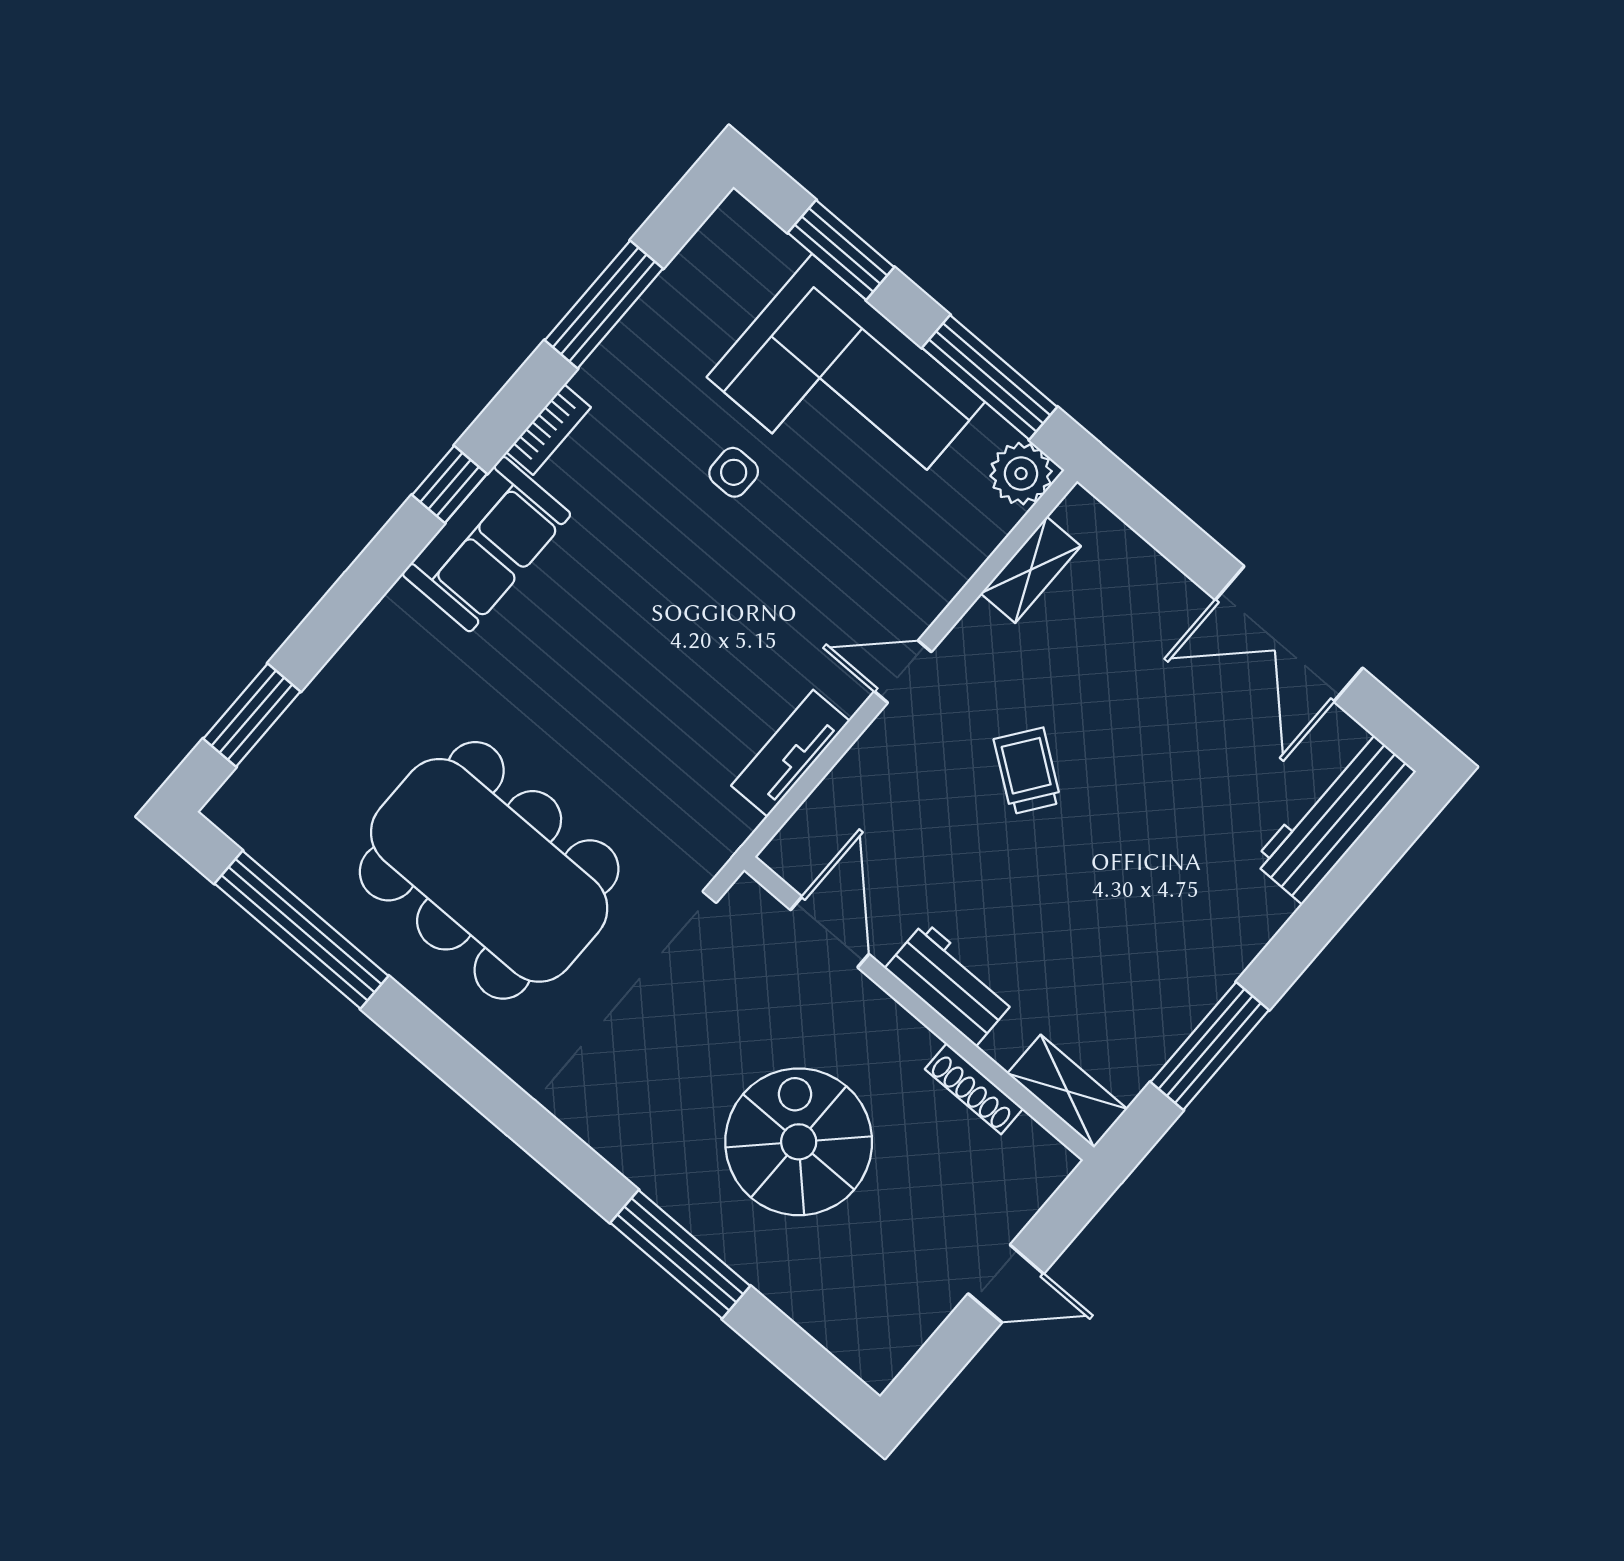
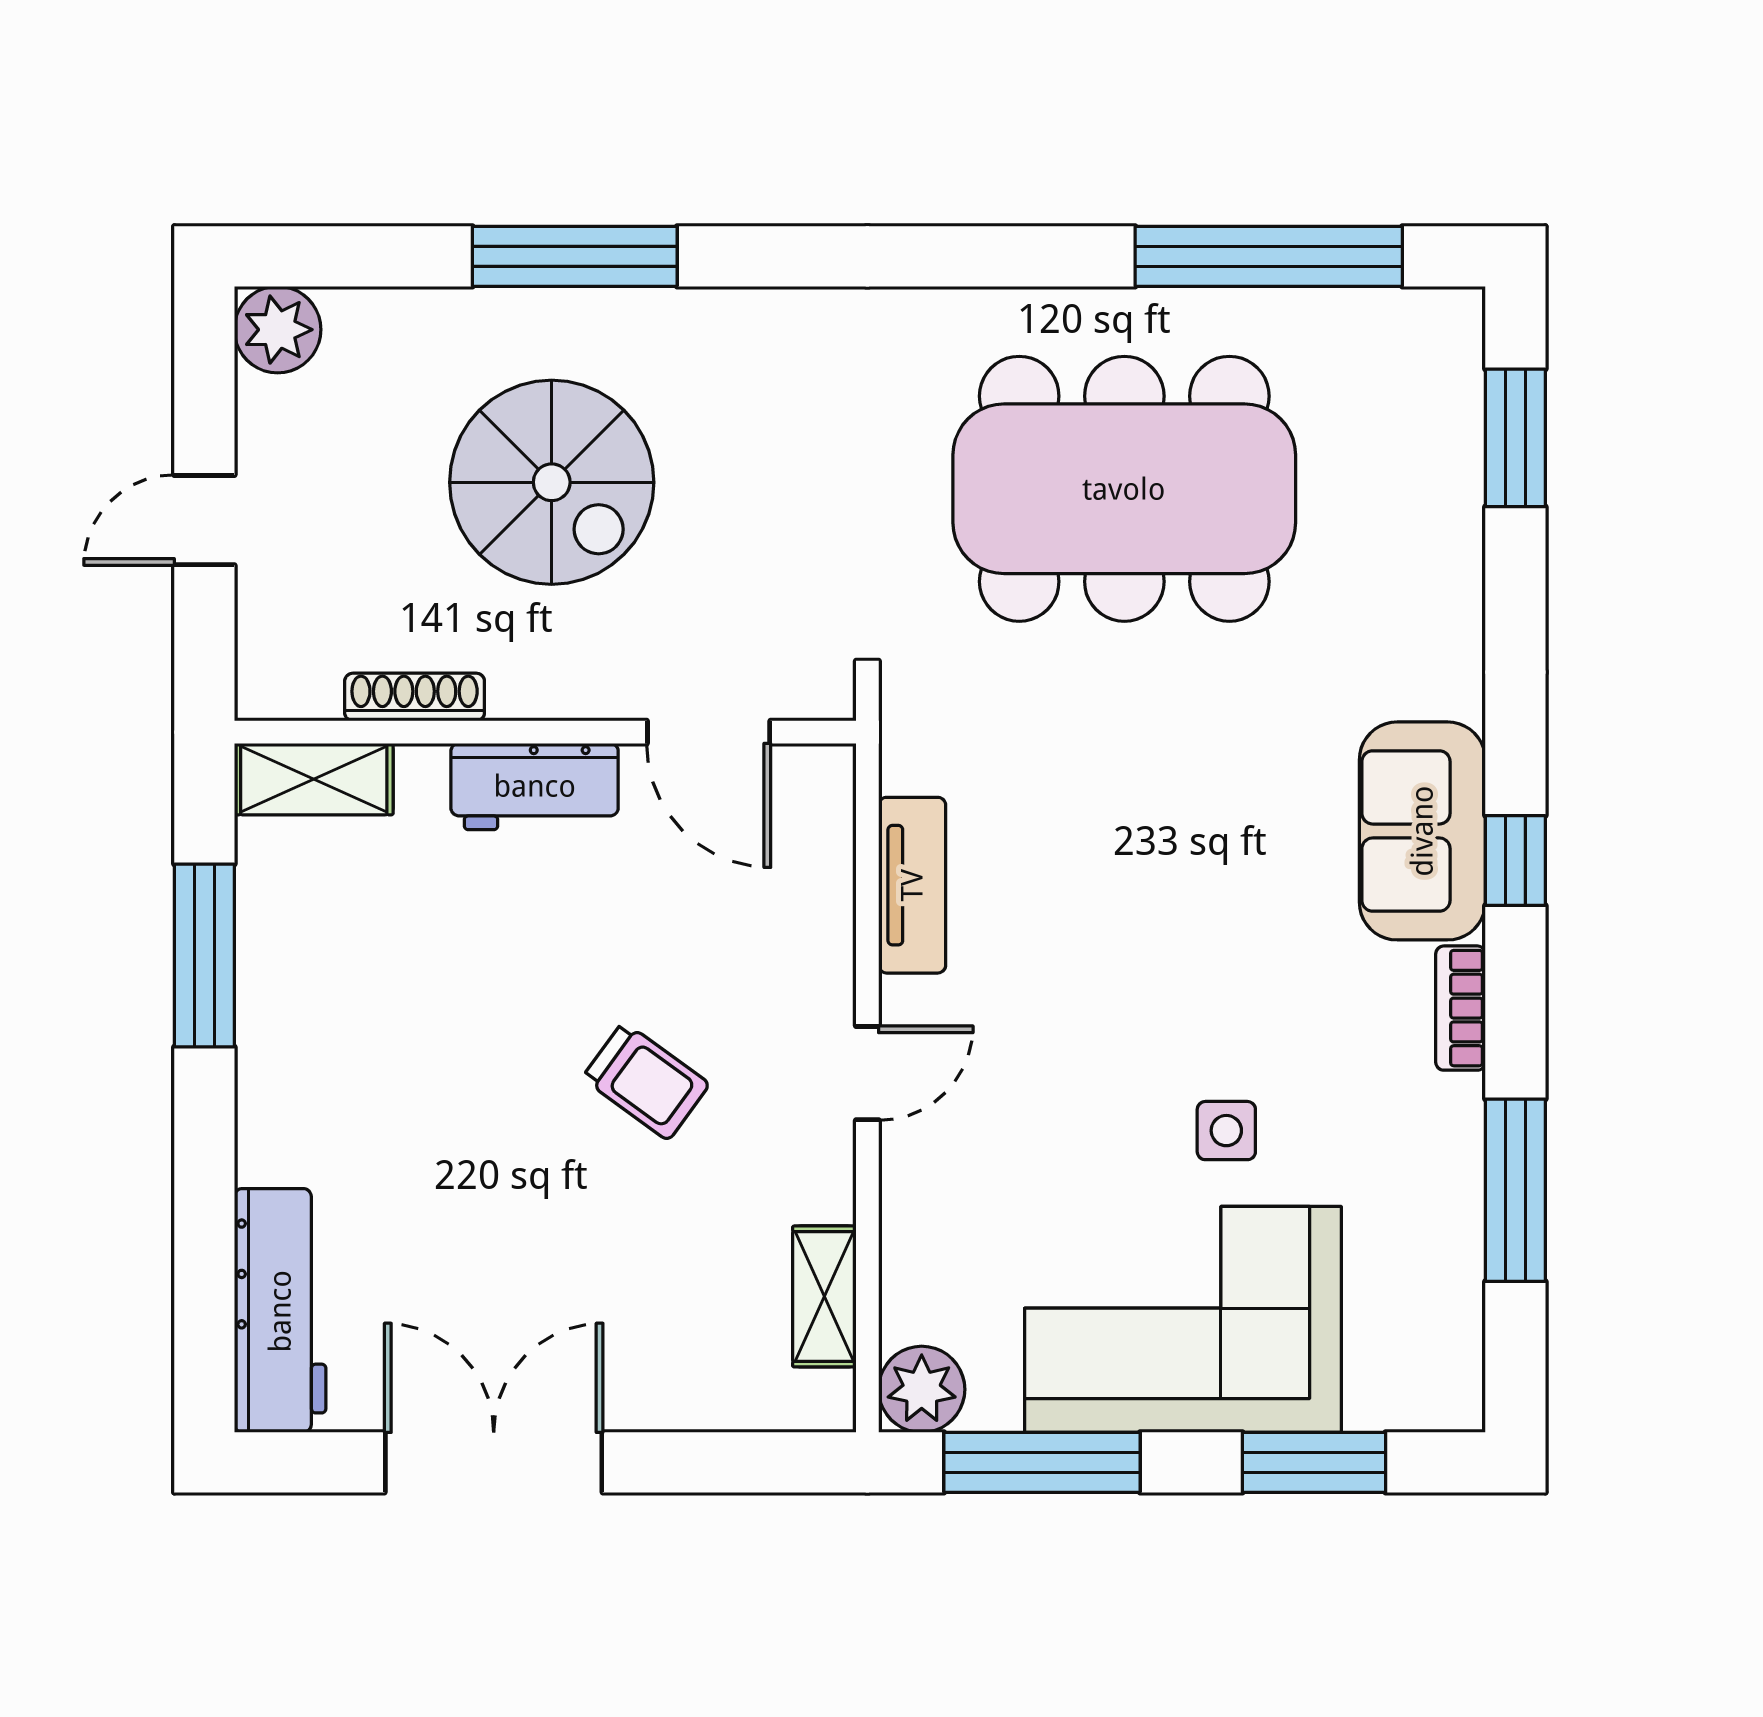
plant: (877, 1353) -> (278, 330), added

